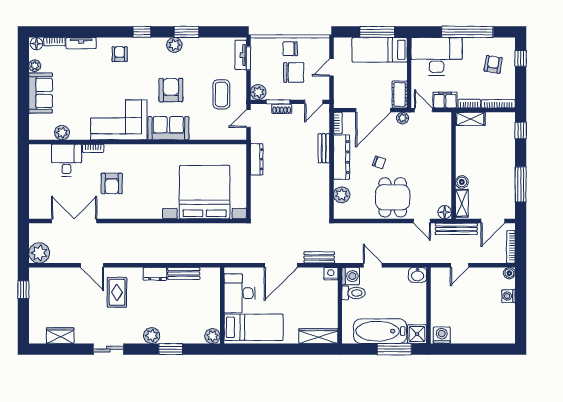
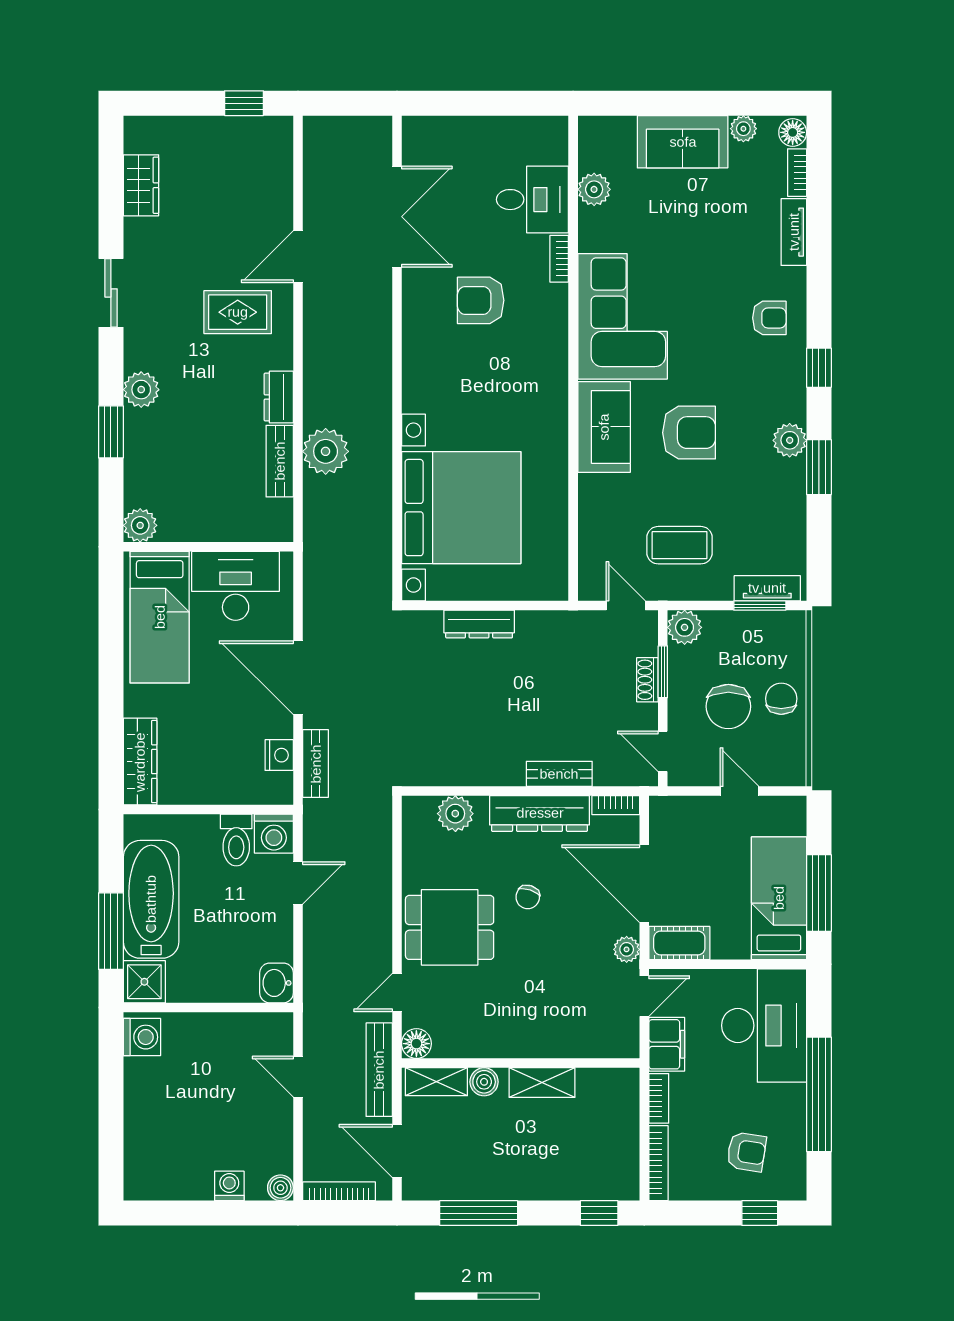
shelving: (470, 119) -> (542, 1083), moved, turned 90
dresser: (257, 159) -> (479, 624), moved
plant: (39, 253) -> (326, 451), moved
nightstand: (331, 274) -> (279, 755), moved

